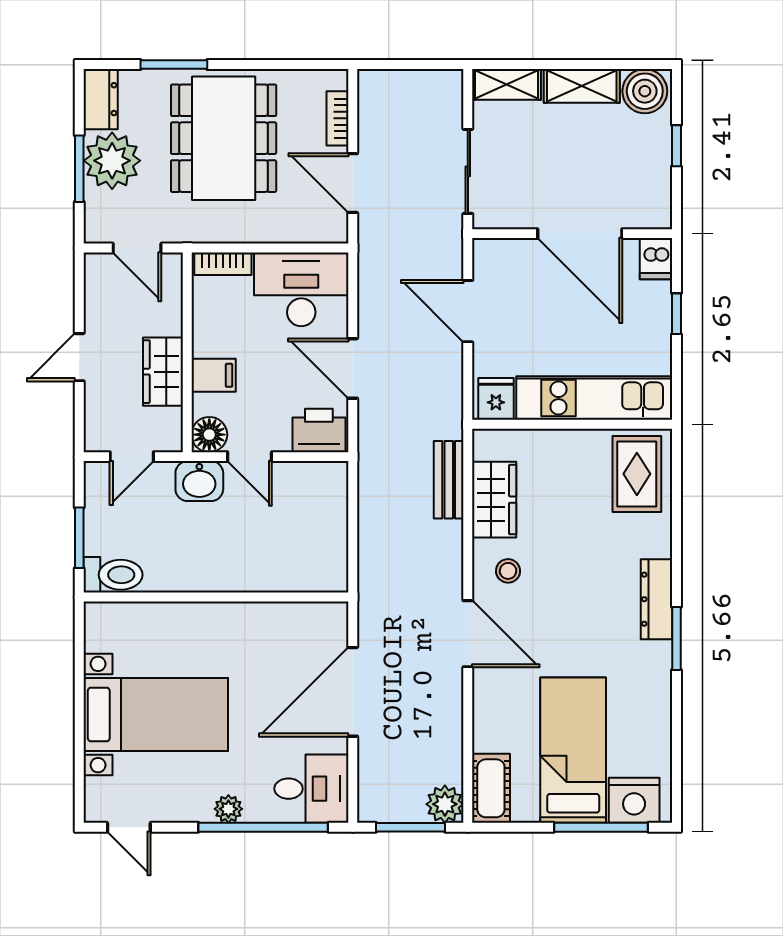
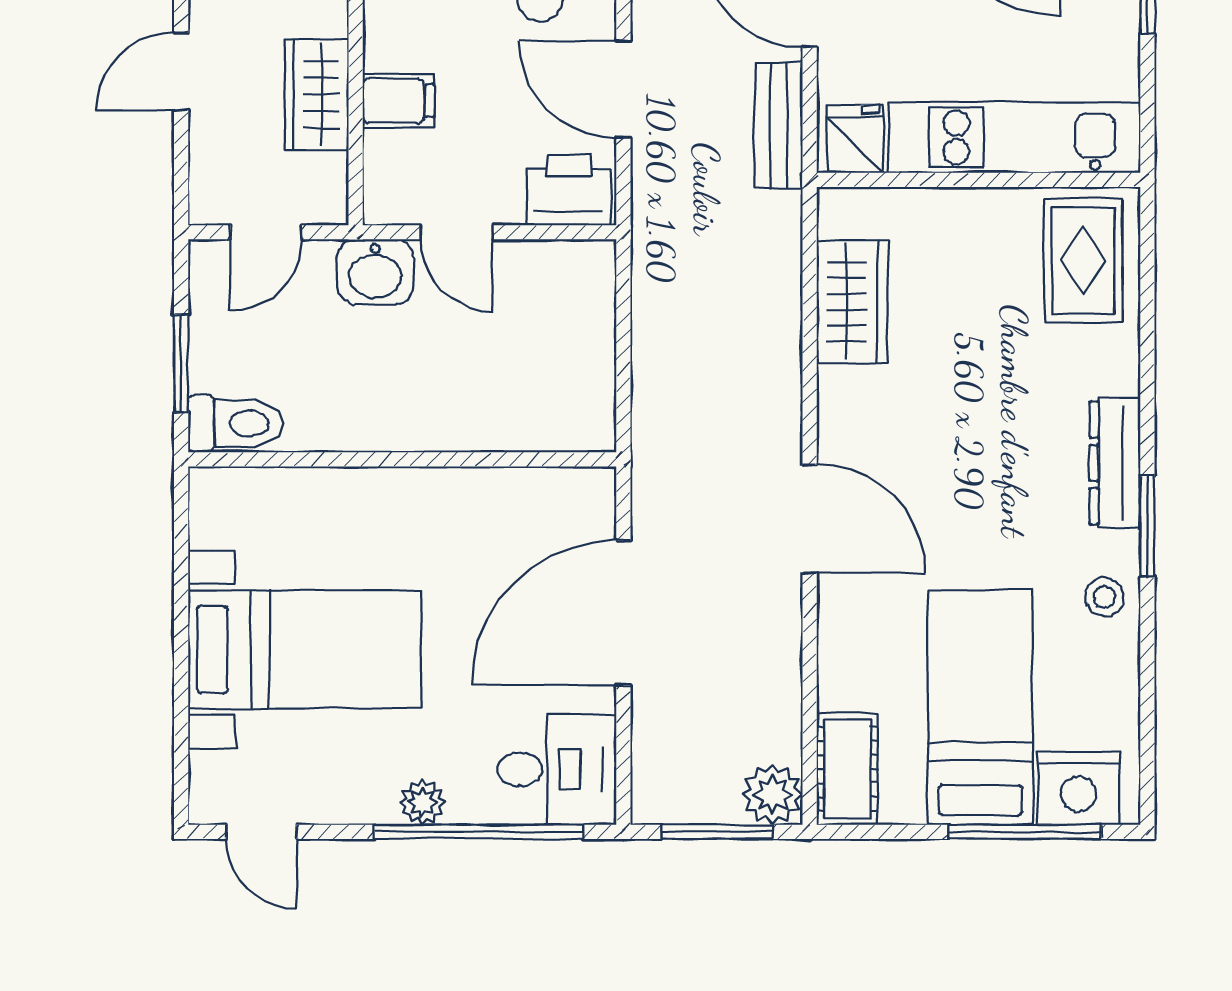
floor lamp: (209, 435) -> (391, 197), removed
bench: (449, 480) -> (779, 125), moved
stool: (508, 571) -> (1104, 597), moved

